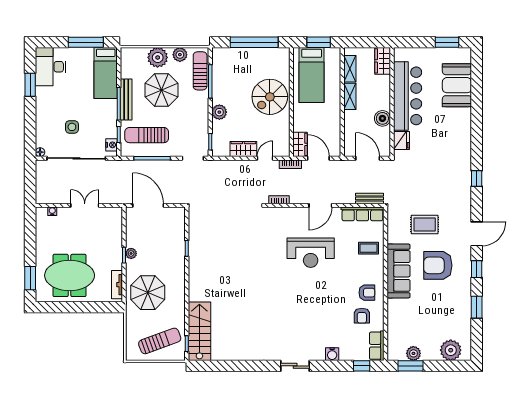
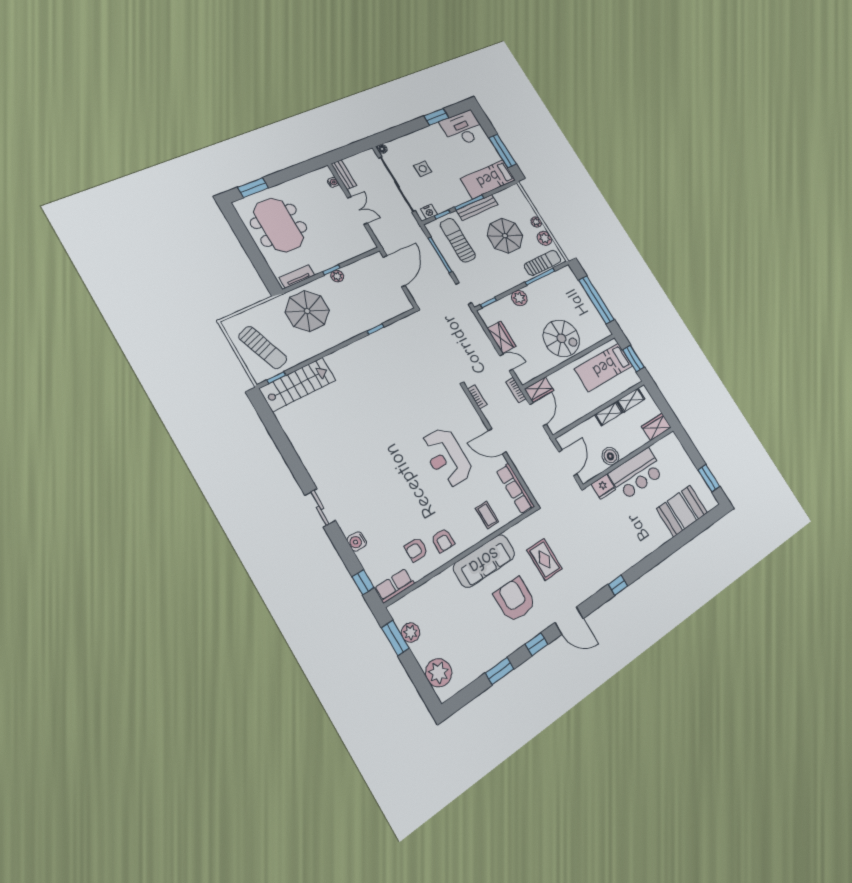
plant: (158, 57) -> (536, 222), width x0.53, depth x0.53
bar counter: (408, 96) -> (636, 474), width x0.73
spiral stairs: (270, 97) -> (561, 338), turned 180
bench: (369, 198) -> (344, 175), moved

